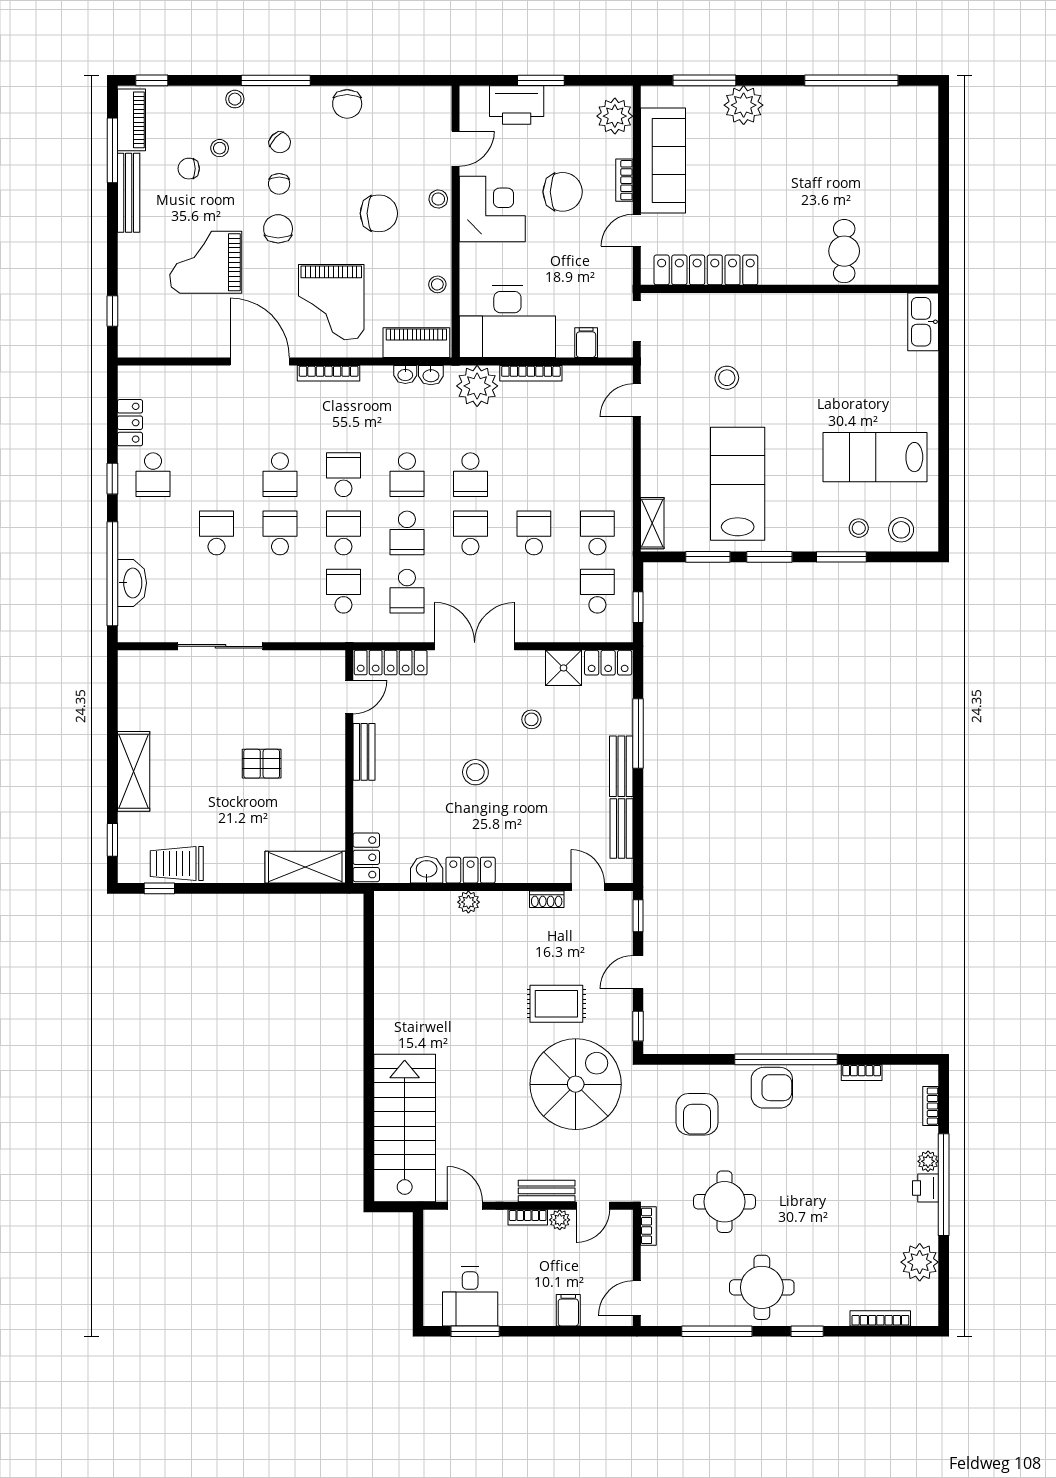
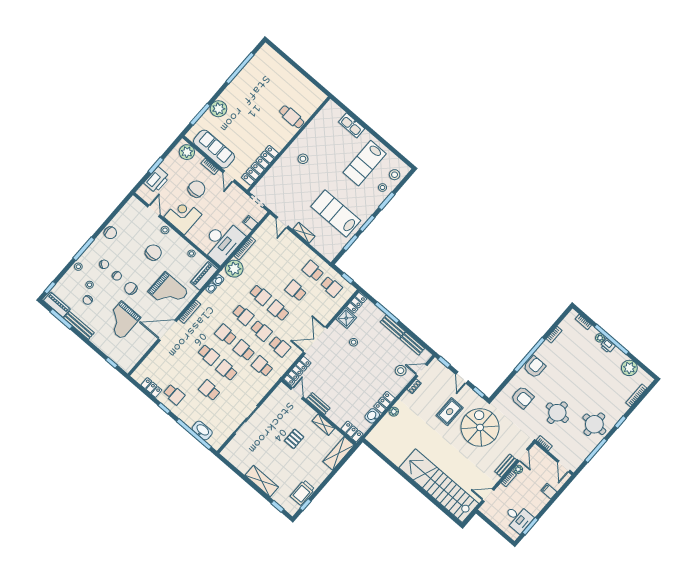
kitchen sink: (923, 322) -> (352, 125), moved
stool: (727, 378) -> (303, 159), moved
shelving: (652, 523) -> (304, 233), moved
school desk: (597, 591) -> (331, 287), turned 180
stool: (475, 772) -> (401, 371), moved
shelving: (334, 794) -> (323, 425), added
stairs: (405, 1128) -> (439, 486), width x1.36

